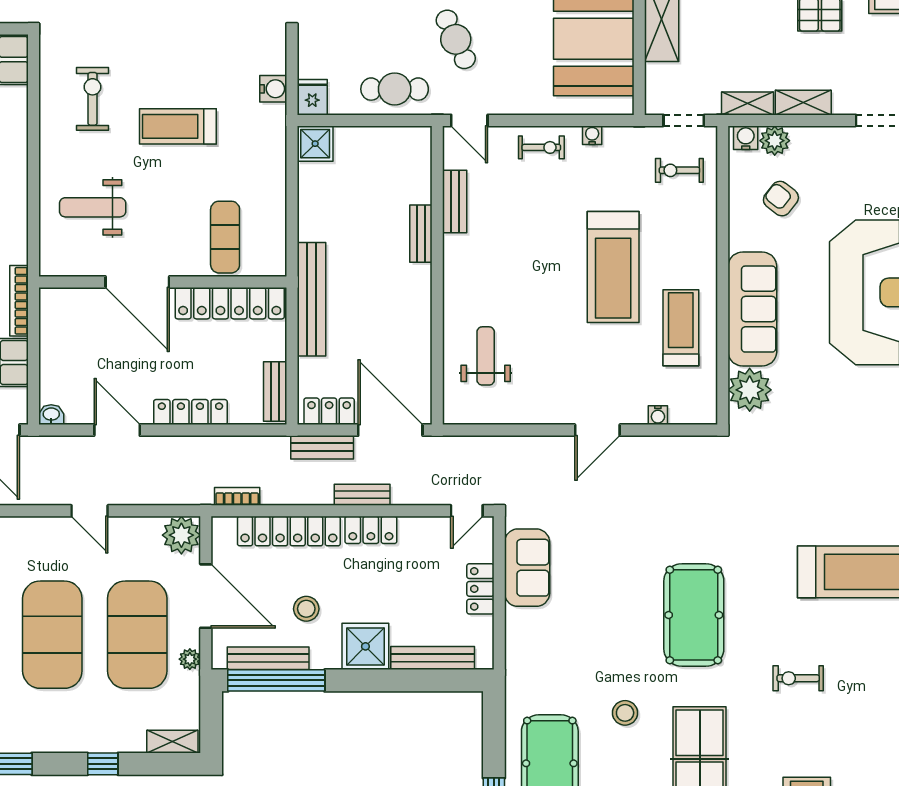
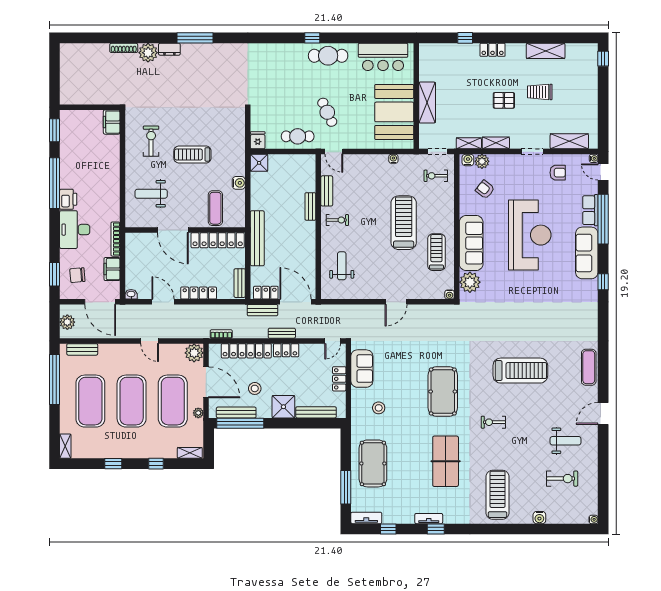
water cooler: (273, 89) -> (239, 183), moved
exercise bike: (541, 147) -> (337, 220), moved
treadmill: (613, 267) -> (404, 223), turned 180
water cooler: (658, 415) -> (450, 295), moved
stool: (625, 713) -> (379, 408), moved

